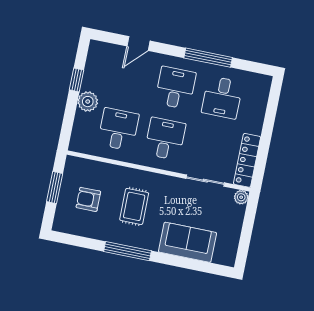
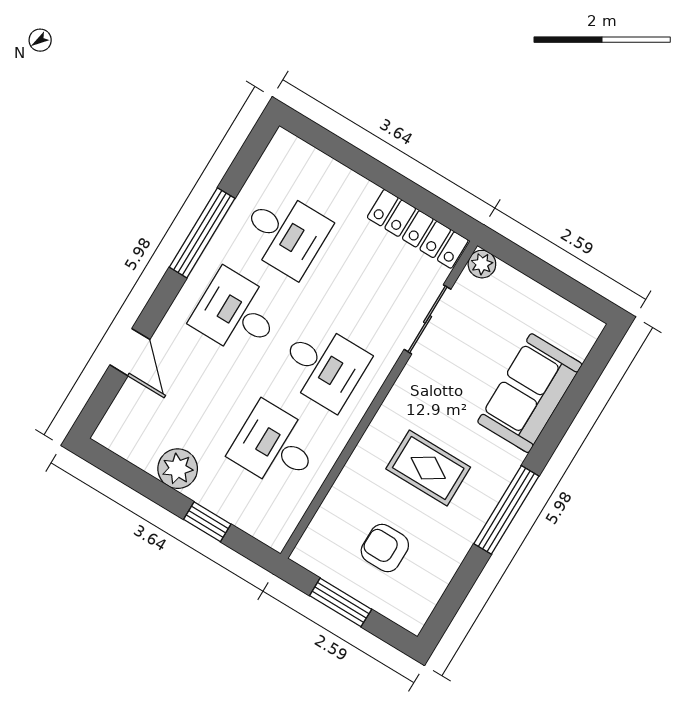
window: (77, 80) -> (207, 522), moved
plant: (88, 102) -> (178, 469), moved
desk: (165, 139) -> (324, 366), turned 180
armchair: (88, 199) -> (385, 548), turned 90

